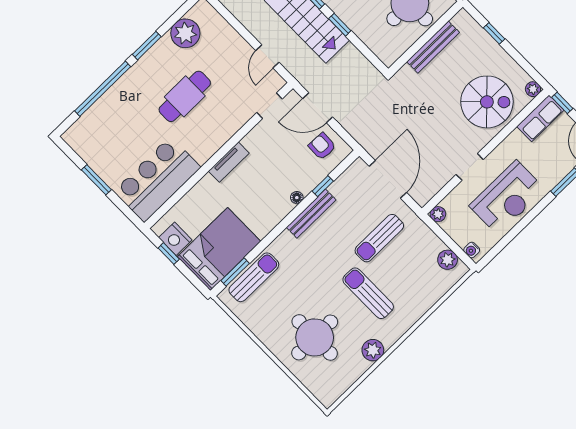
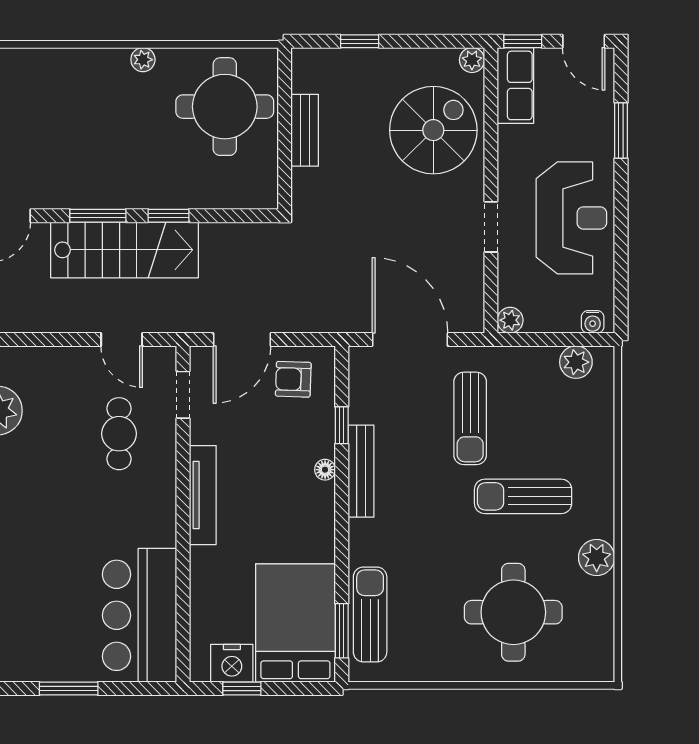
bench: (433, 47) -> (305, 130), width x0.73
cafe table: (185, 96) -> (119, 434), moved, width x0.73, depth x0.74
tv unit: (229, 162) -> (203, 495), width x1.41

